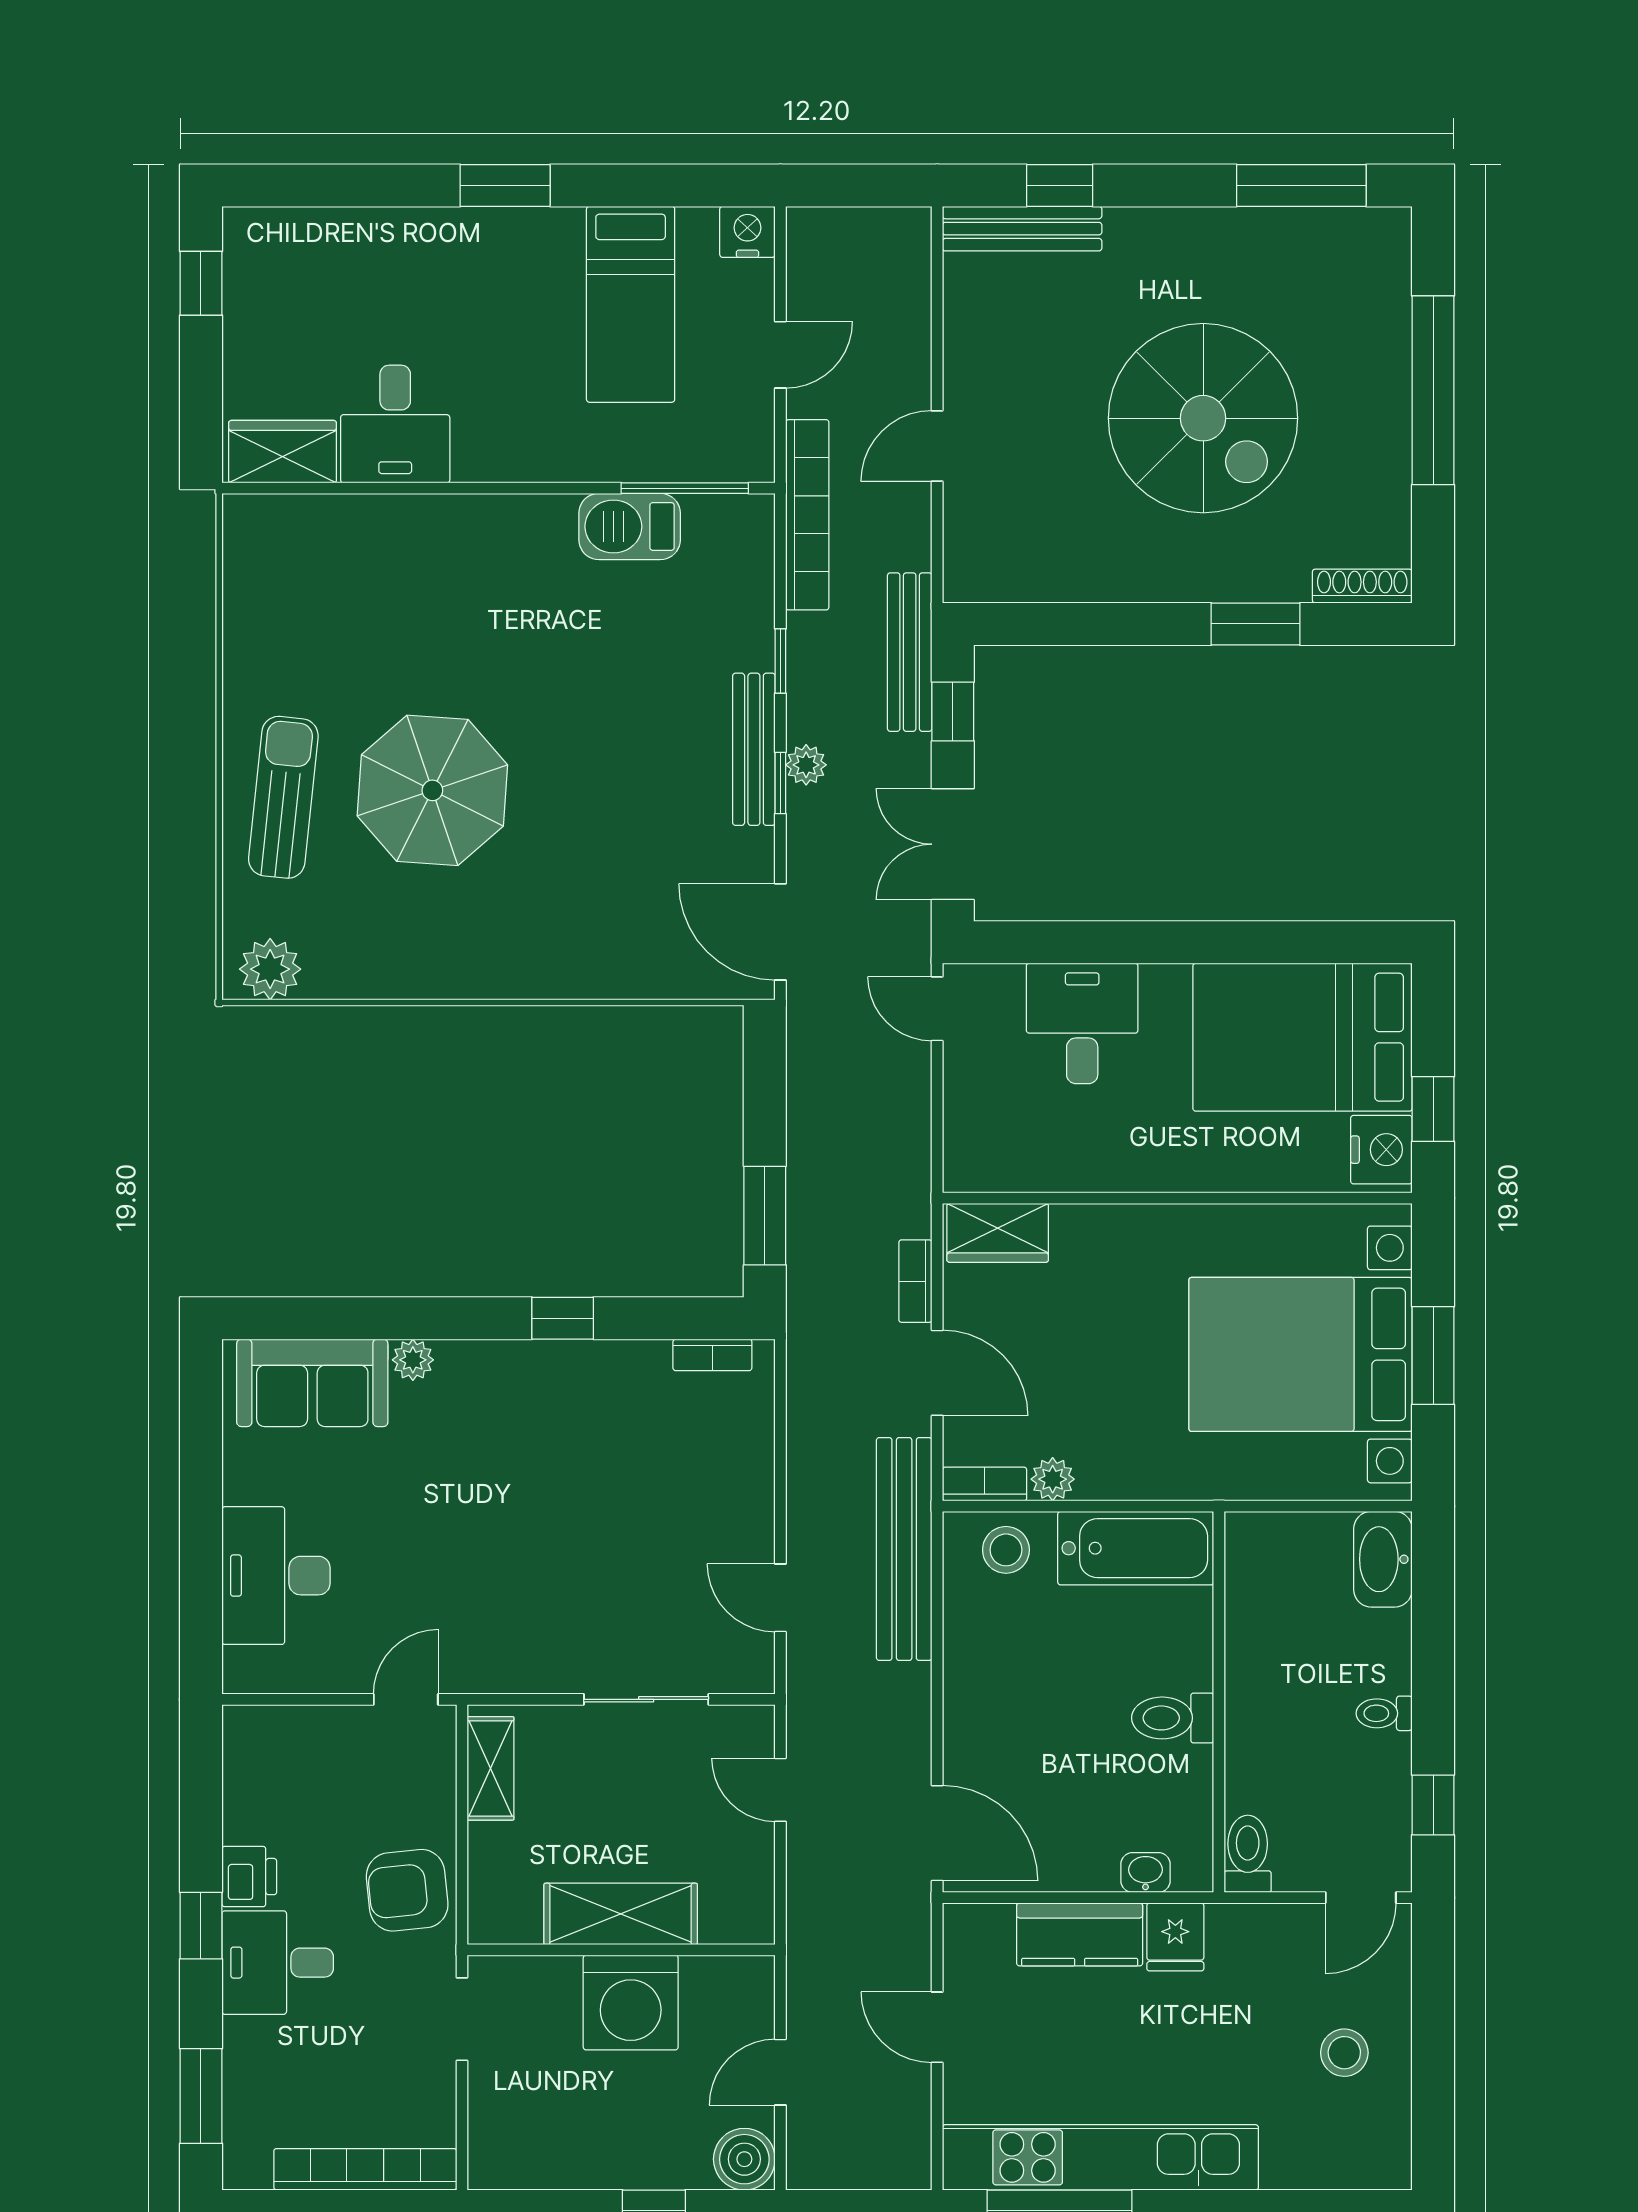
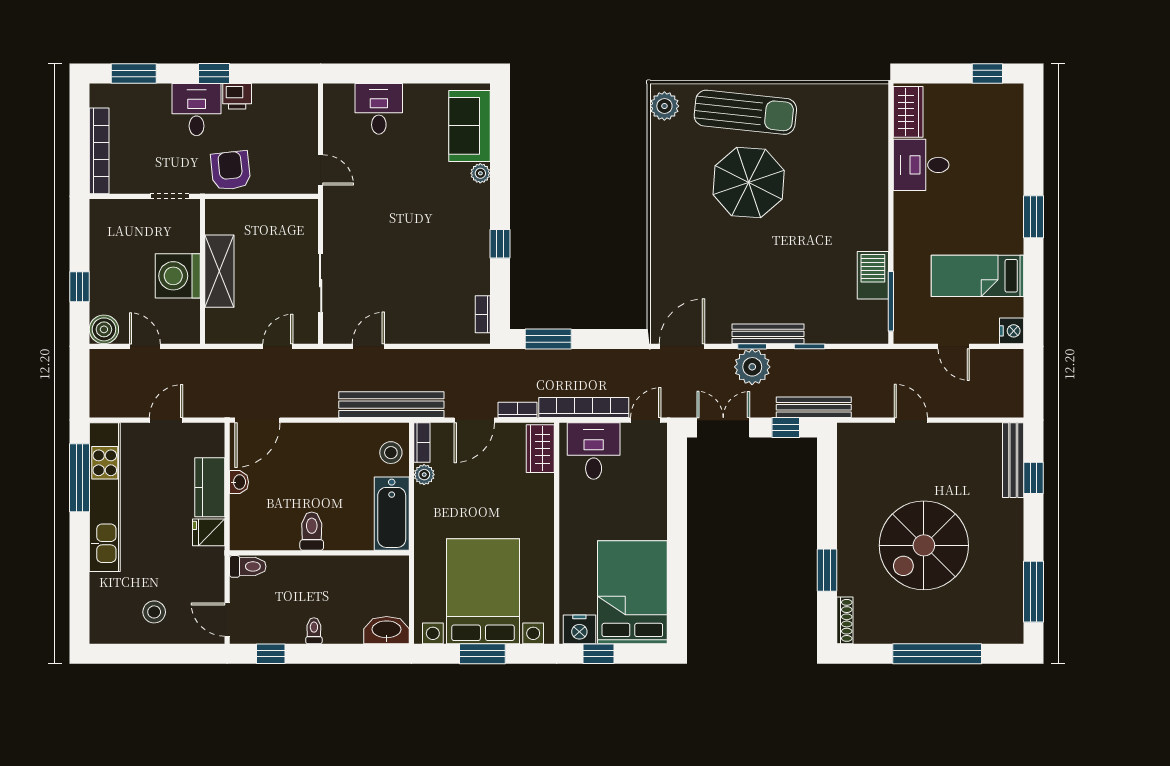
bookcase: (807, 515) -> (584, 408), moved, turned 180
plant: (806, 765) -> (752, 367), width x1.88, depth x1.88
sun lounger: (283, 797) -> (745, 112), width x1.36, depth x1.34
desk: (1082, 1023) -> (594, 451), moved, turned -90
desk: (276, 1576) -> (379, 109), width x0.73
shelving: (491, 1768) -> (288, 210), removed
washbasin: (1145, 1872) -> (239, 482), moved

